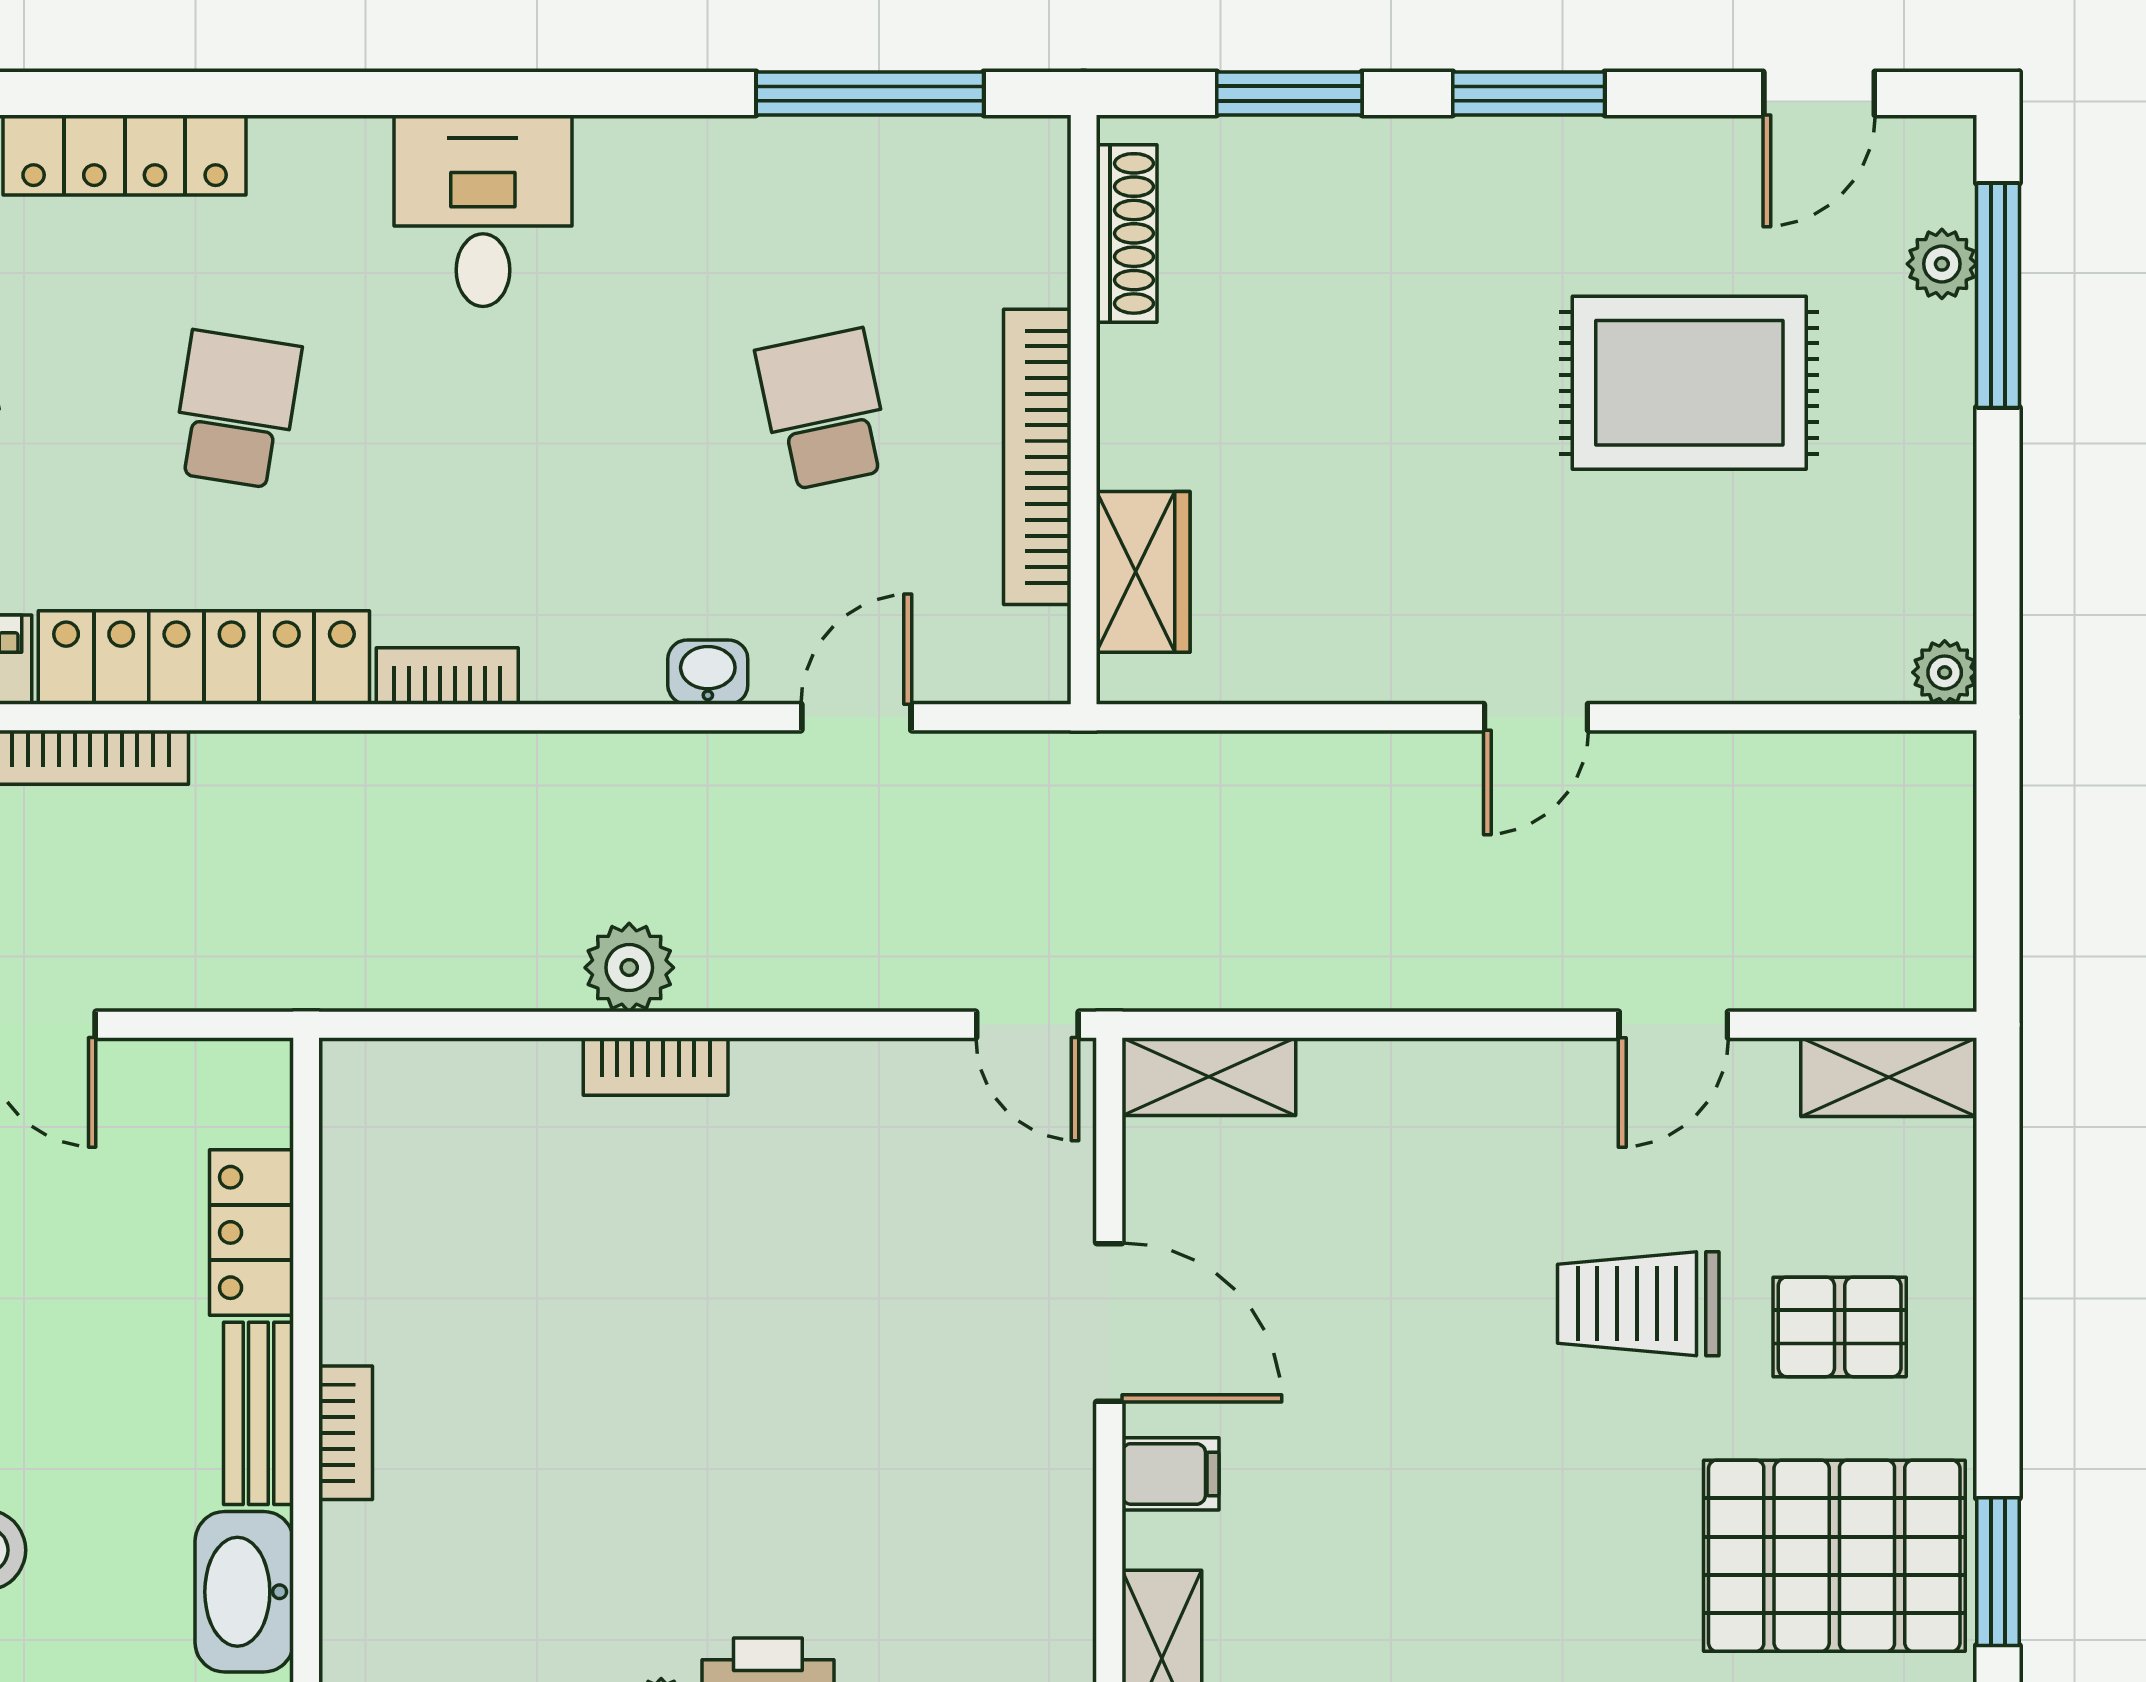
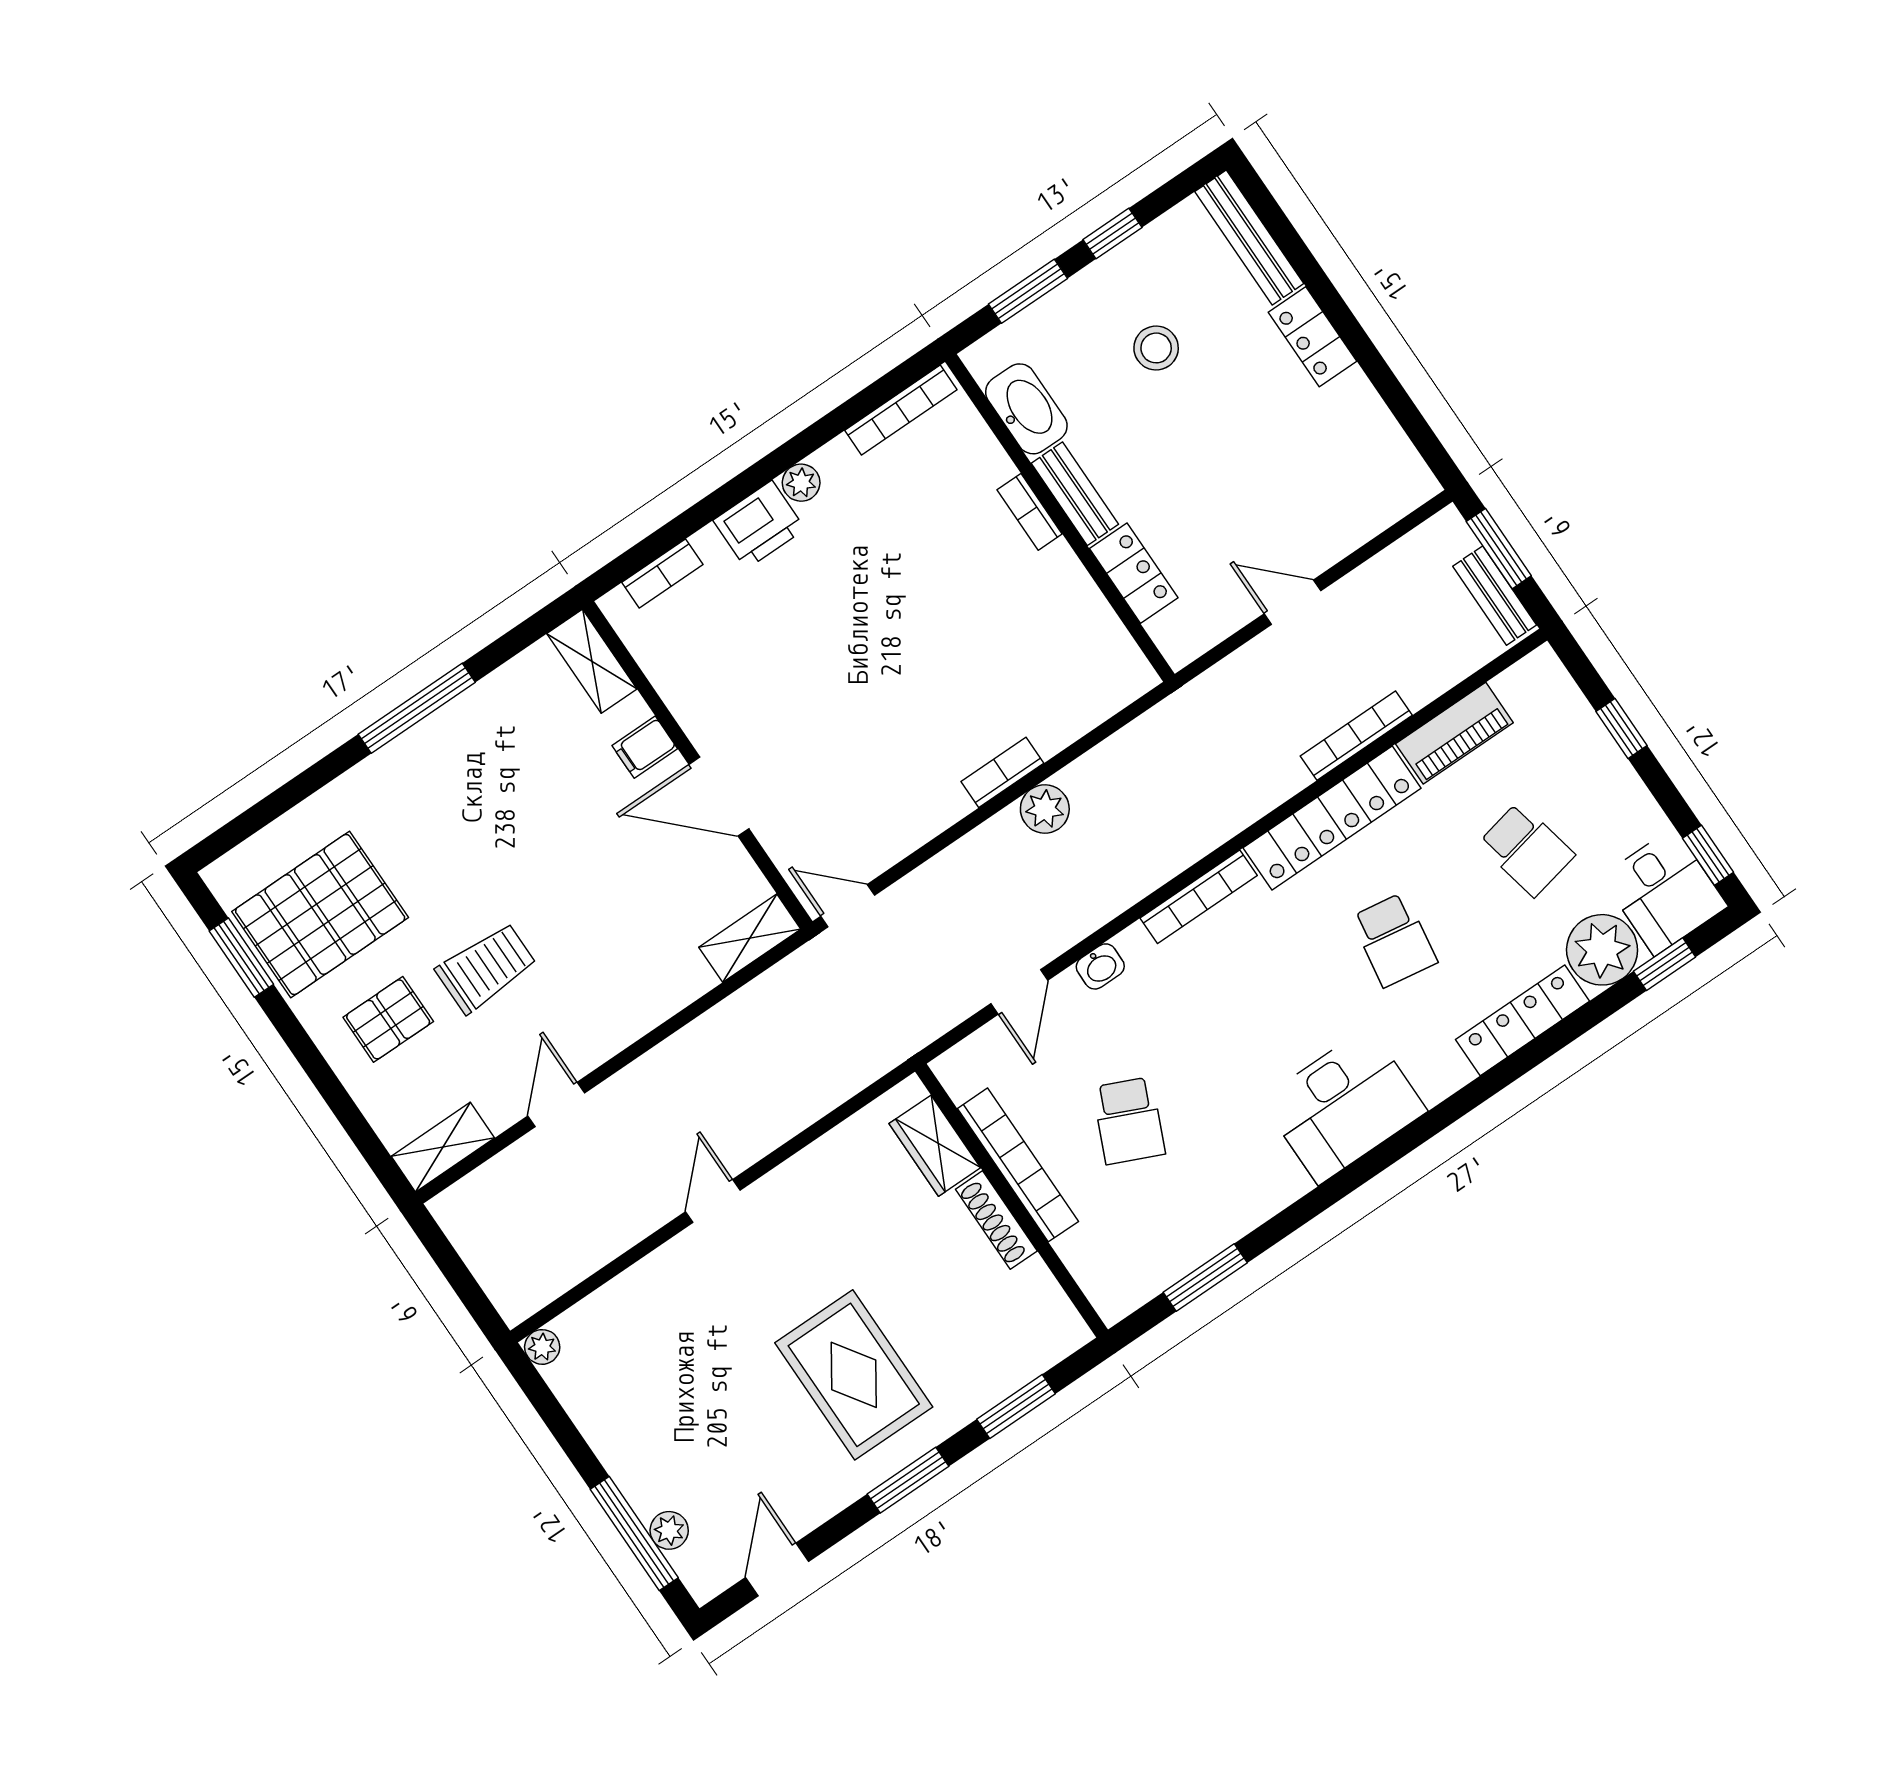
window: (870, 93) -> (1205, 1277), width x0.69
desk: (483, 211) -> (1344, 1105), width x1.37
shoe rack: (1127, 233) -> (996, 1220), moved
rug: (1689, 383) -> (854, 1375), moved, turned 90
school desk: (824, 410) -> (1129, 1121), turned 36
bookcase: (447, 676) -> (1199, 897), width x1.56

